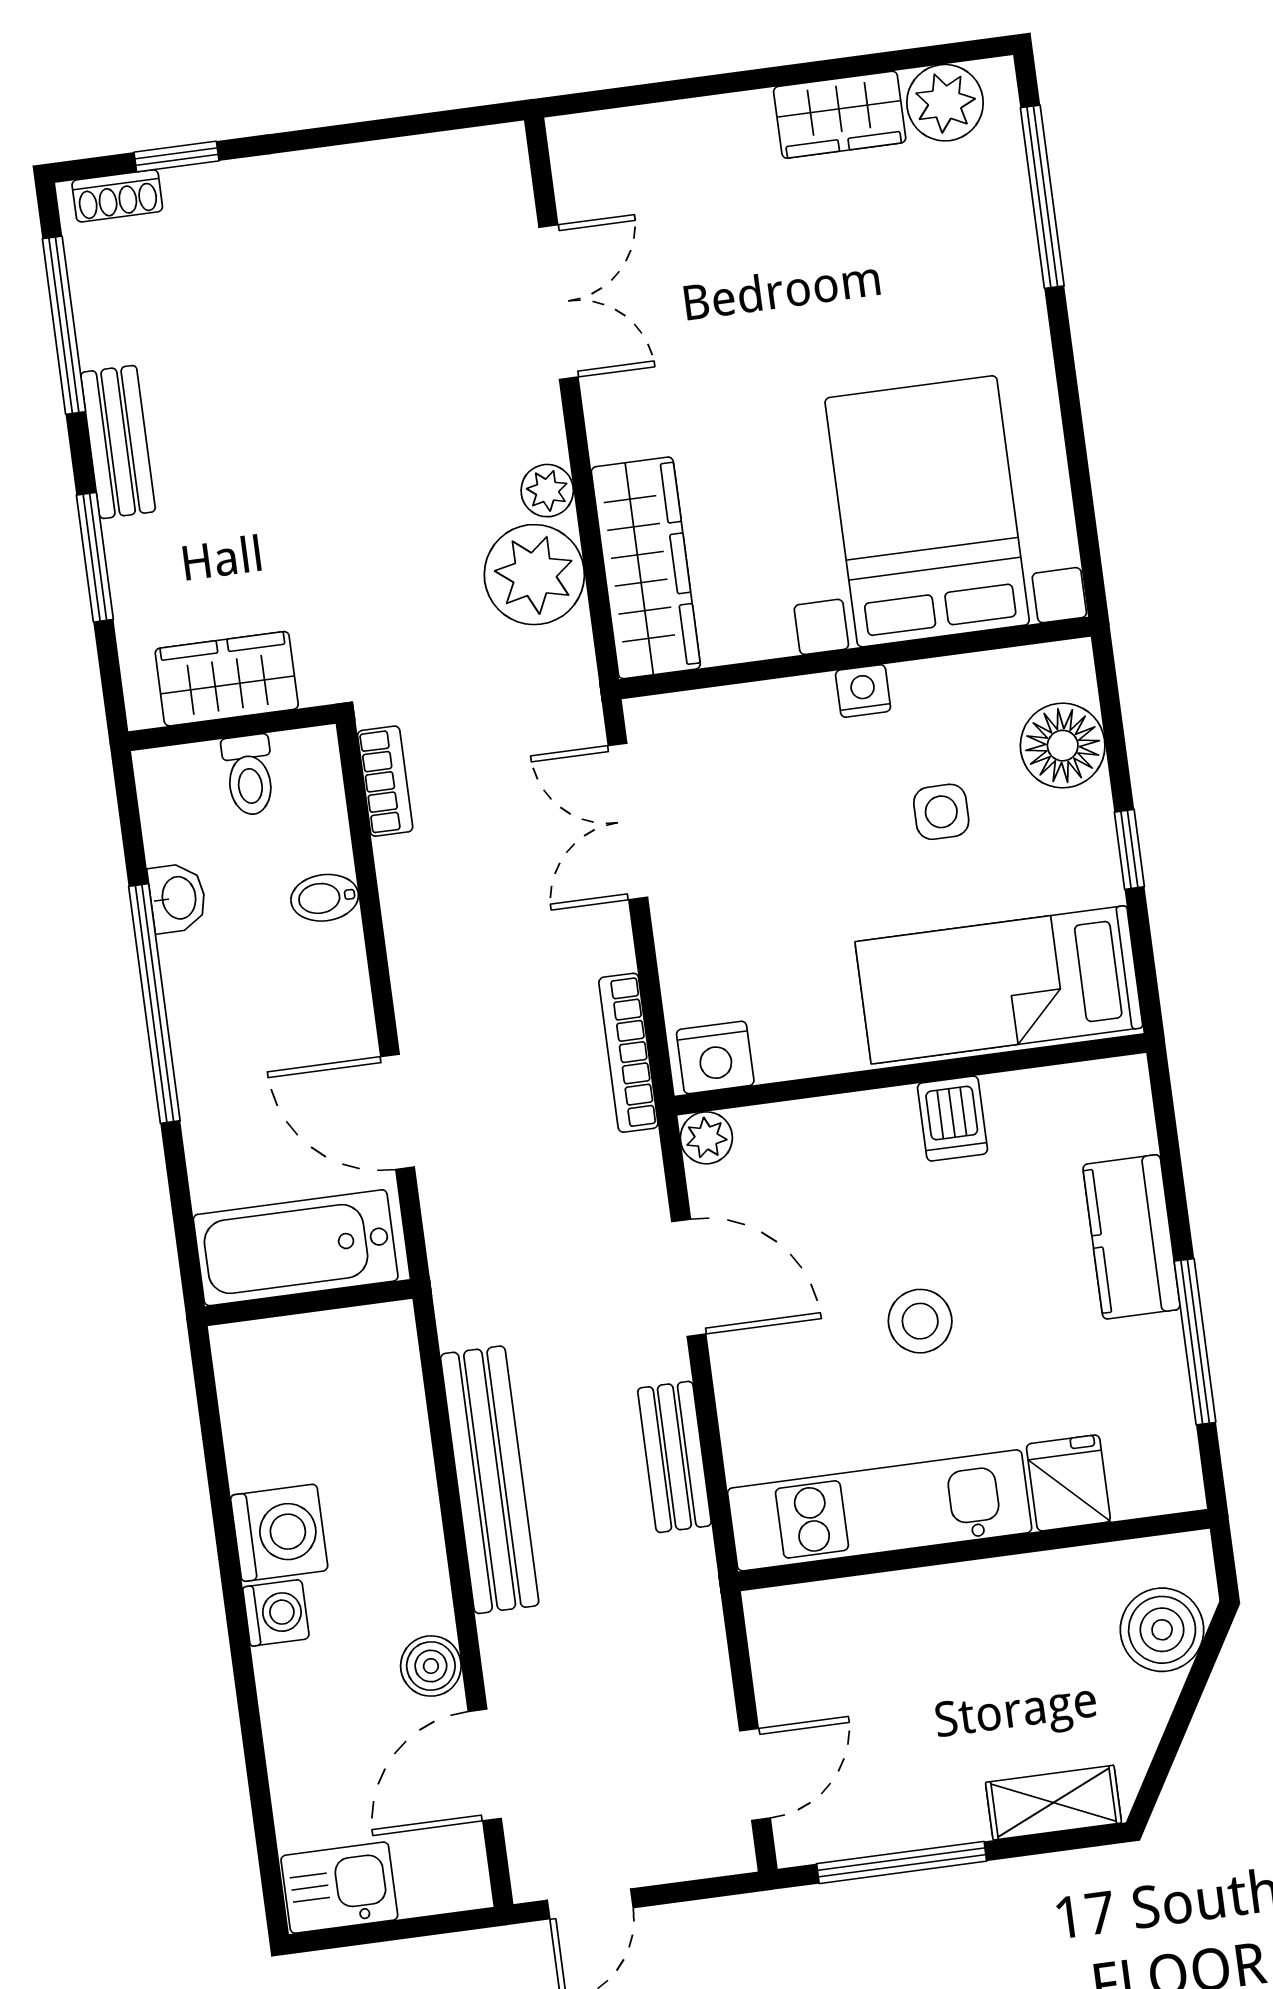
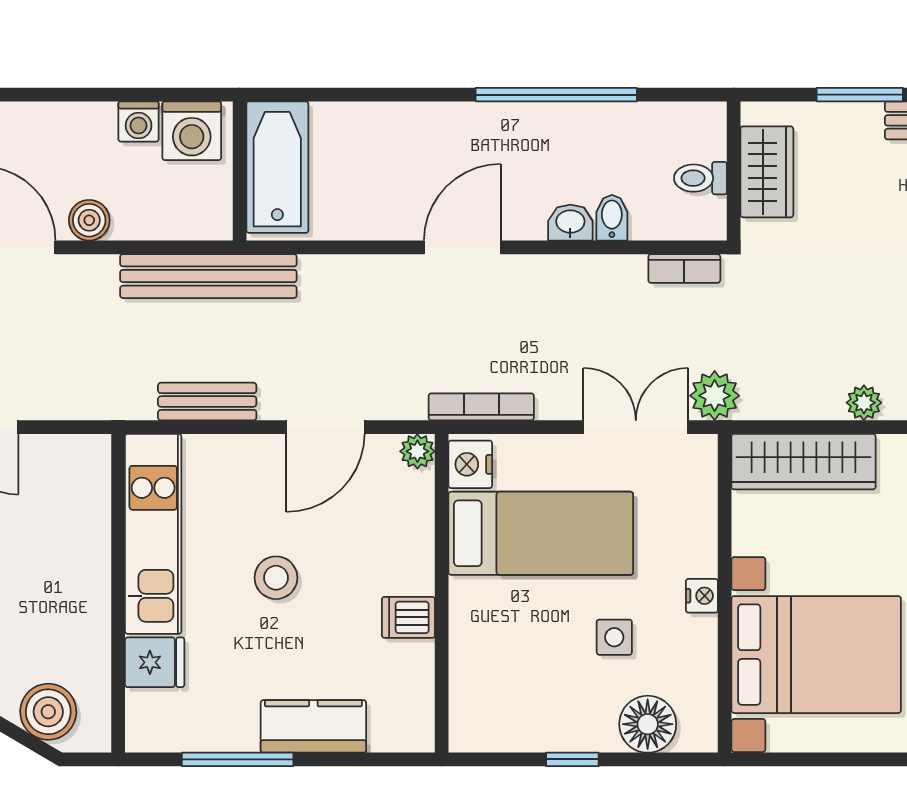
plant: (534, 575) -> (715, 396), moved, width x0.73, depth x0.73
washbasin: (177, 898) -> (570, 223), moved, turned 180
bed: (999, 985) -> (541, 533), moved, turned 90
bathtub: (296, 1248) -> (277, 167), moved
wall: (309, 1303) -> (240, 171), moved

